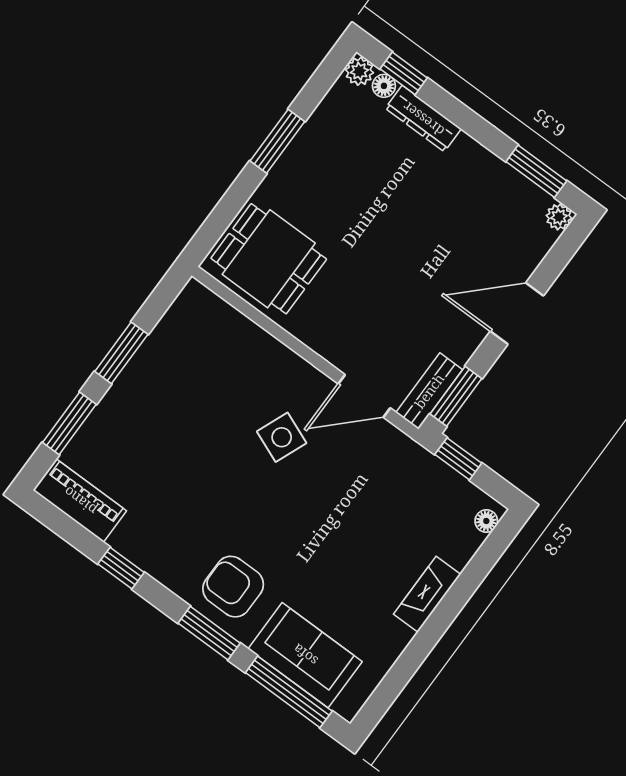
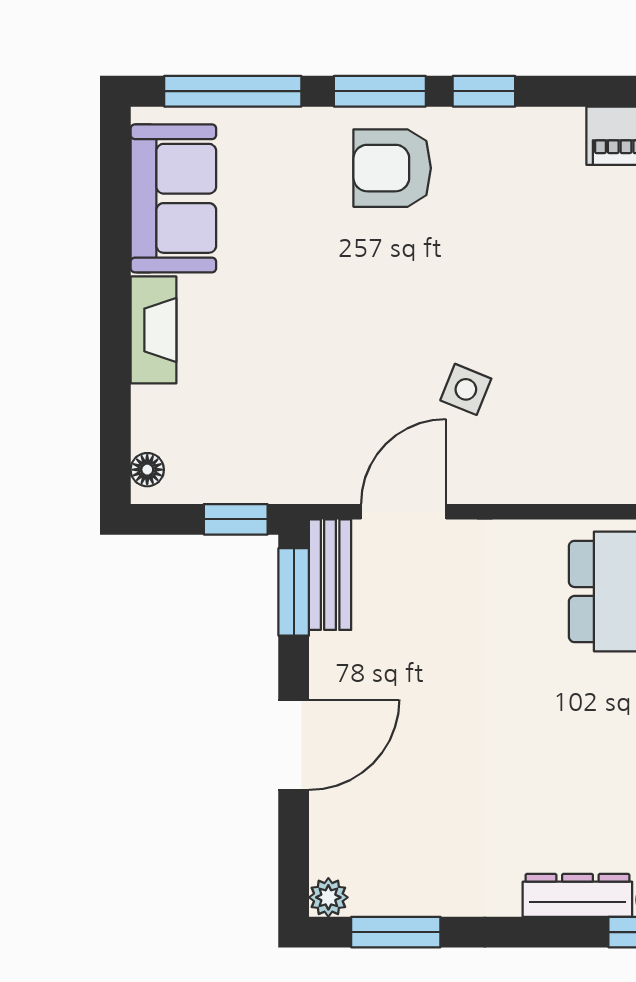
side table: (282, 437) -> (466, 389), width x0.73, depth x0.73
window: (121, 568) -> (484, 91), moved
armchair: (233, 587) -> (392, 168), turned 180
sofa: (305, 655) -> (173, 198), moved, turned -90

